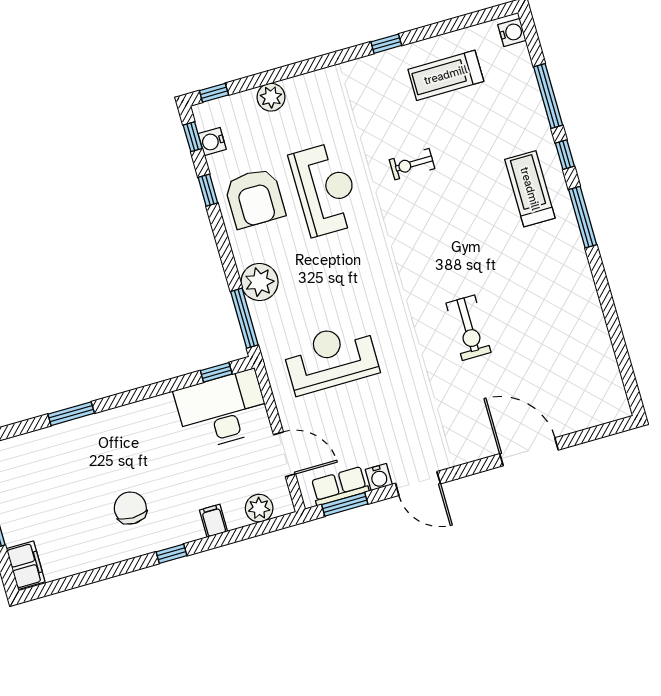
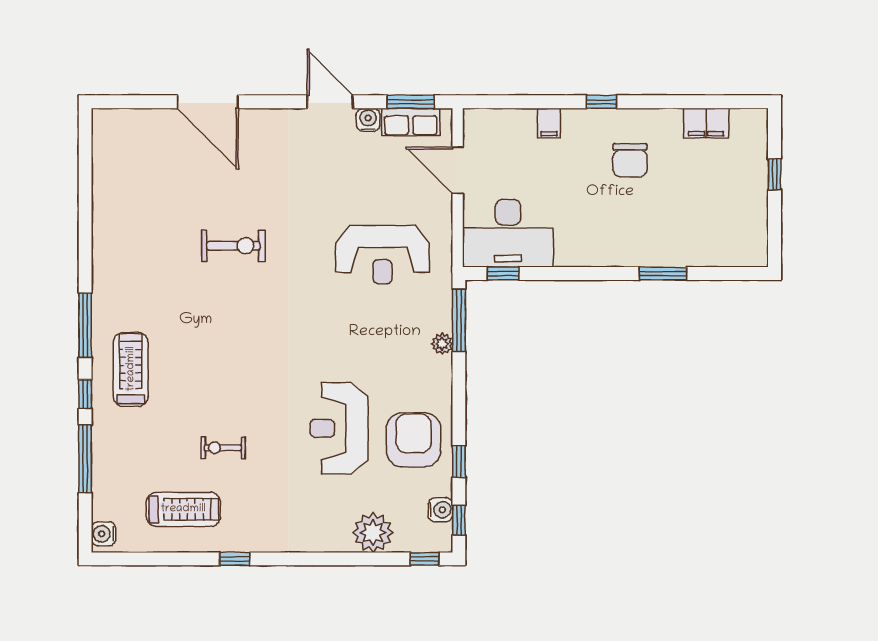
plant: (271, 97) -> (373, 532), width x1.36, depth x1.36
exercise bike: (412, 164) -> (223, 448), moved, turned 180
treadmill: (530, 189) -> (131, 369), turned 180
plant: (260, 282) -> (442, 344), width x0.53, depth x0.53
exercise bike: (469, 328) -> (233, 246), turned 90
plant: (259, 508) -> (499, 123), removed
filing cabinet: (26, 565) -> (706, 123), moved, turned -90

